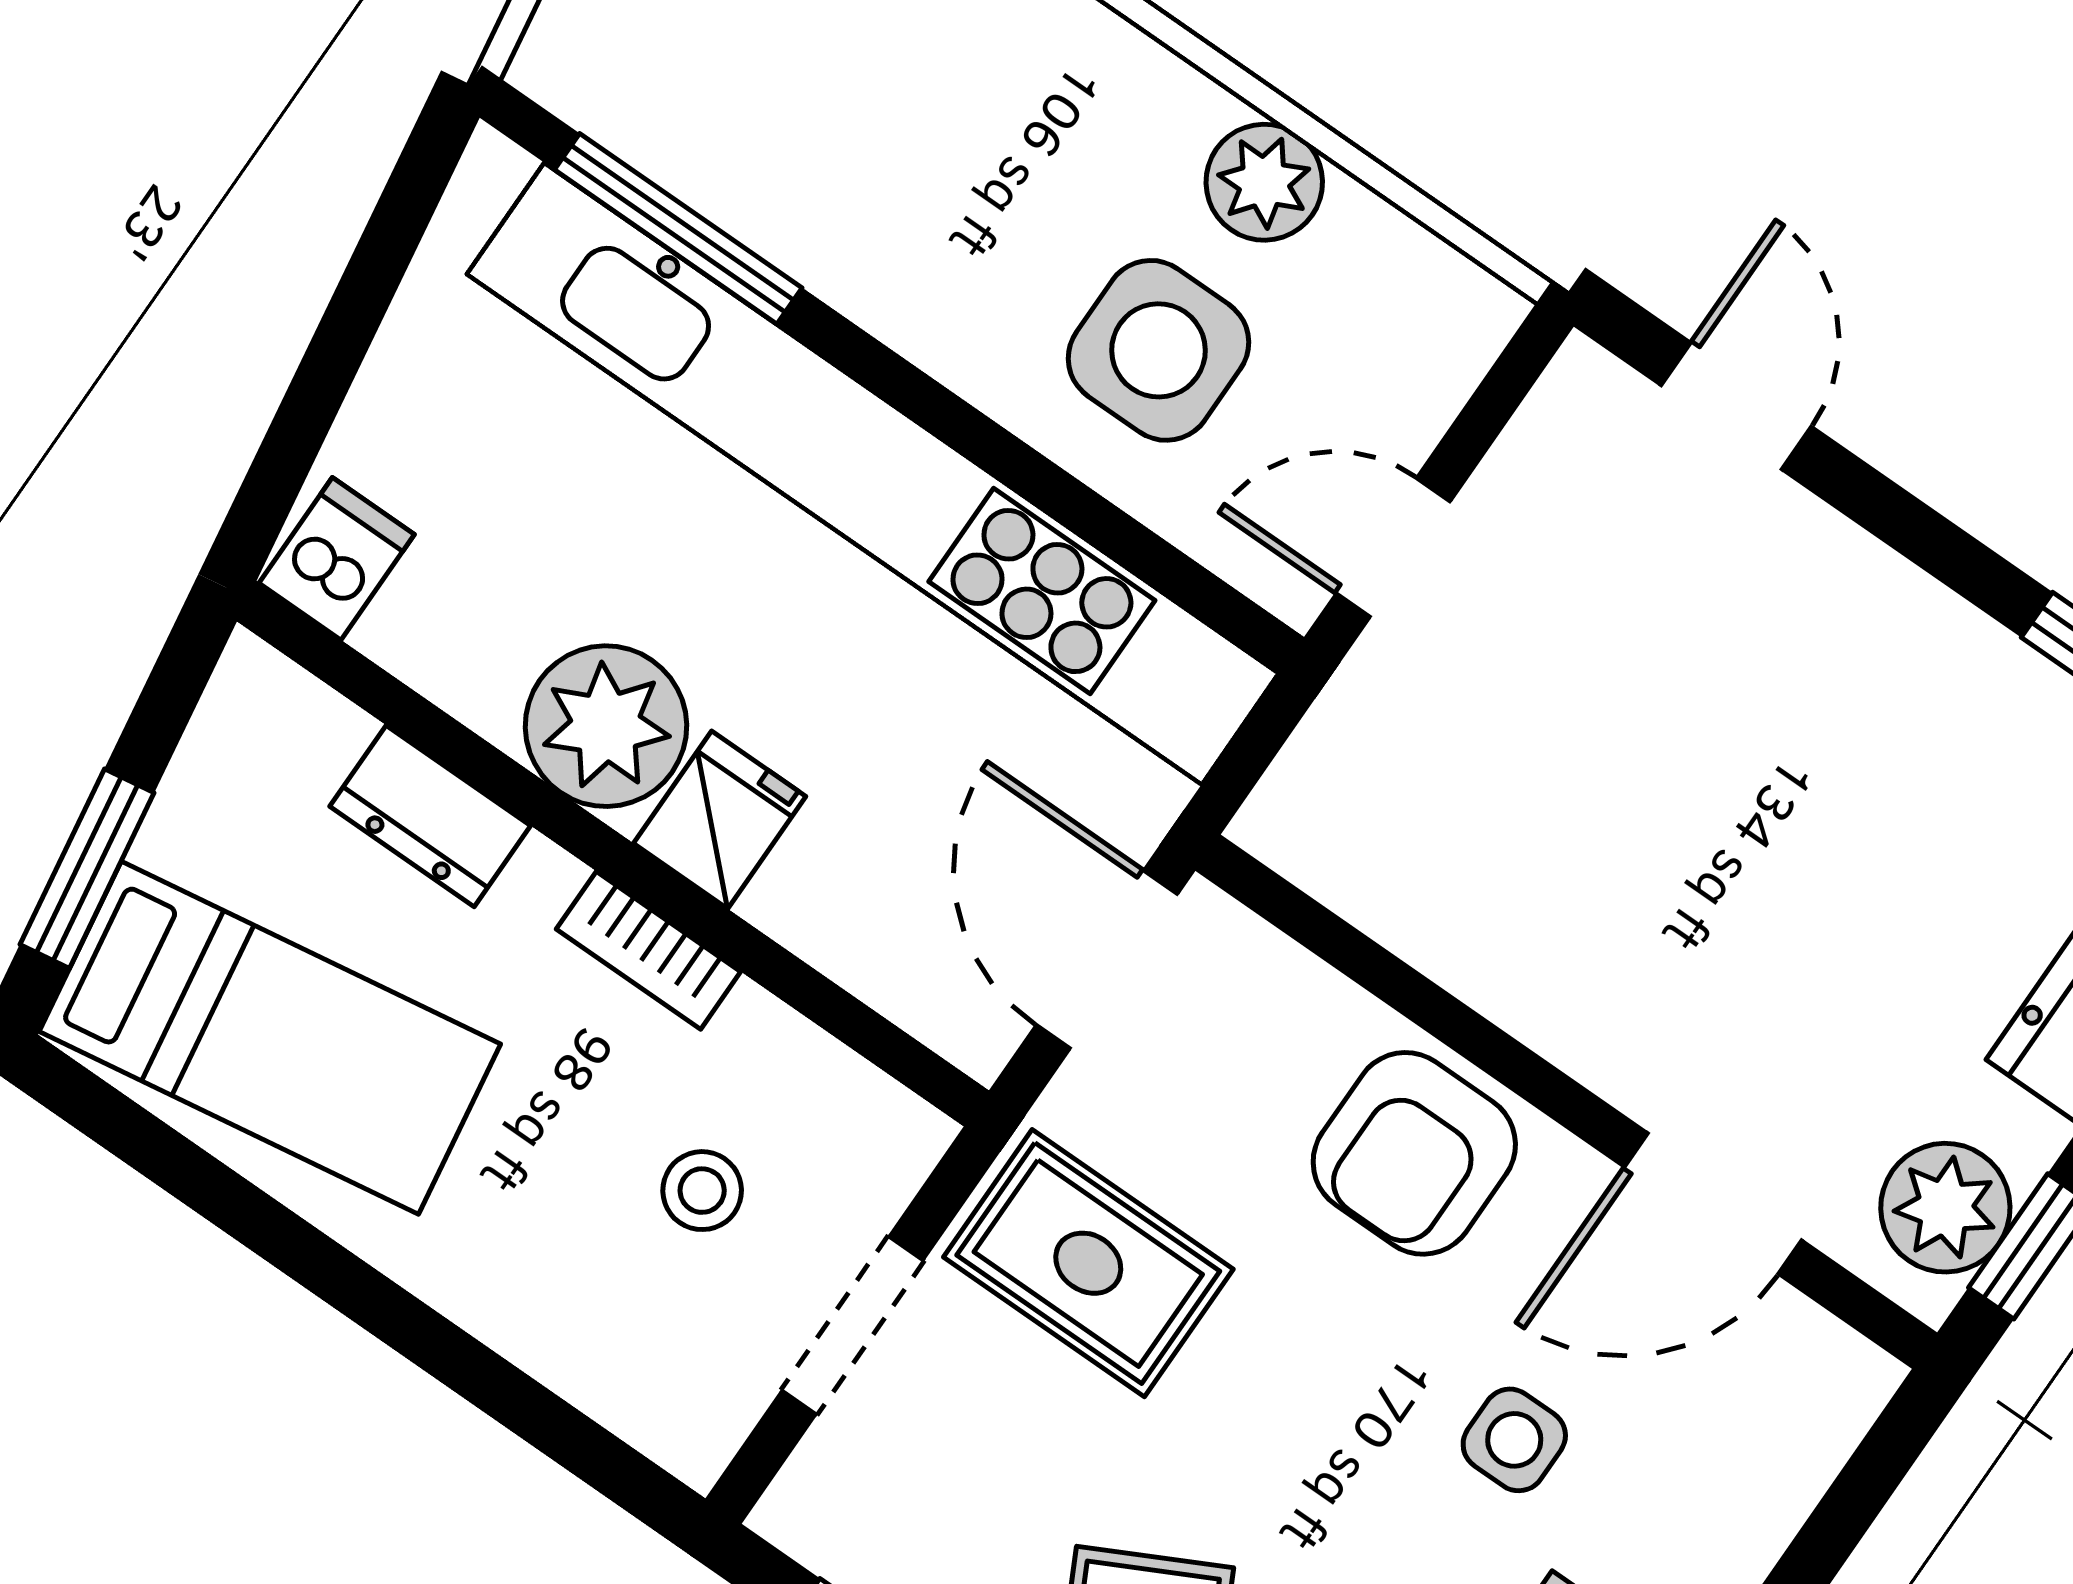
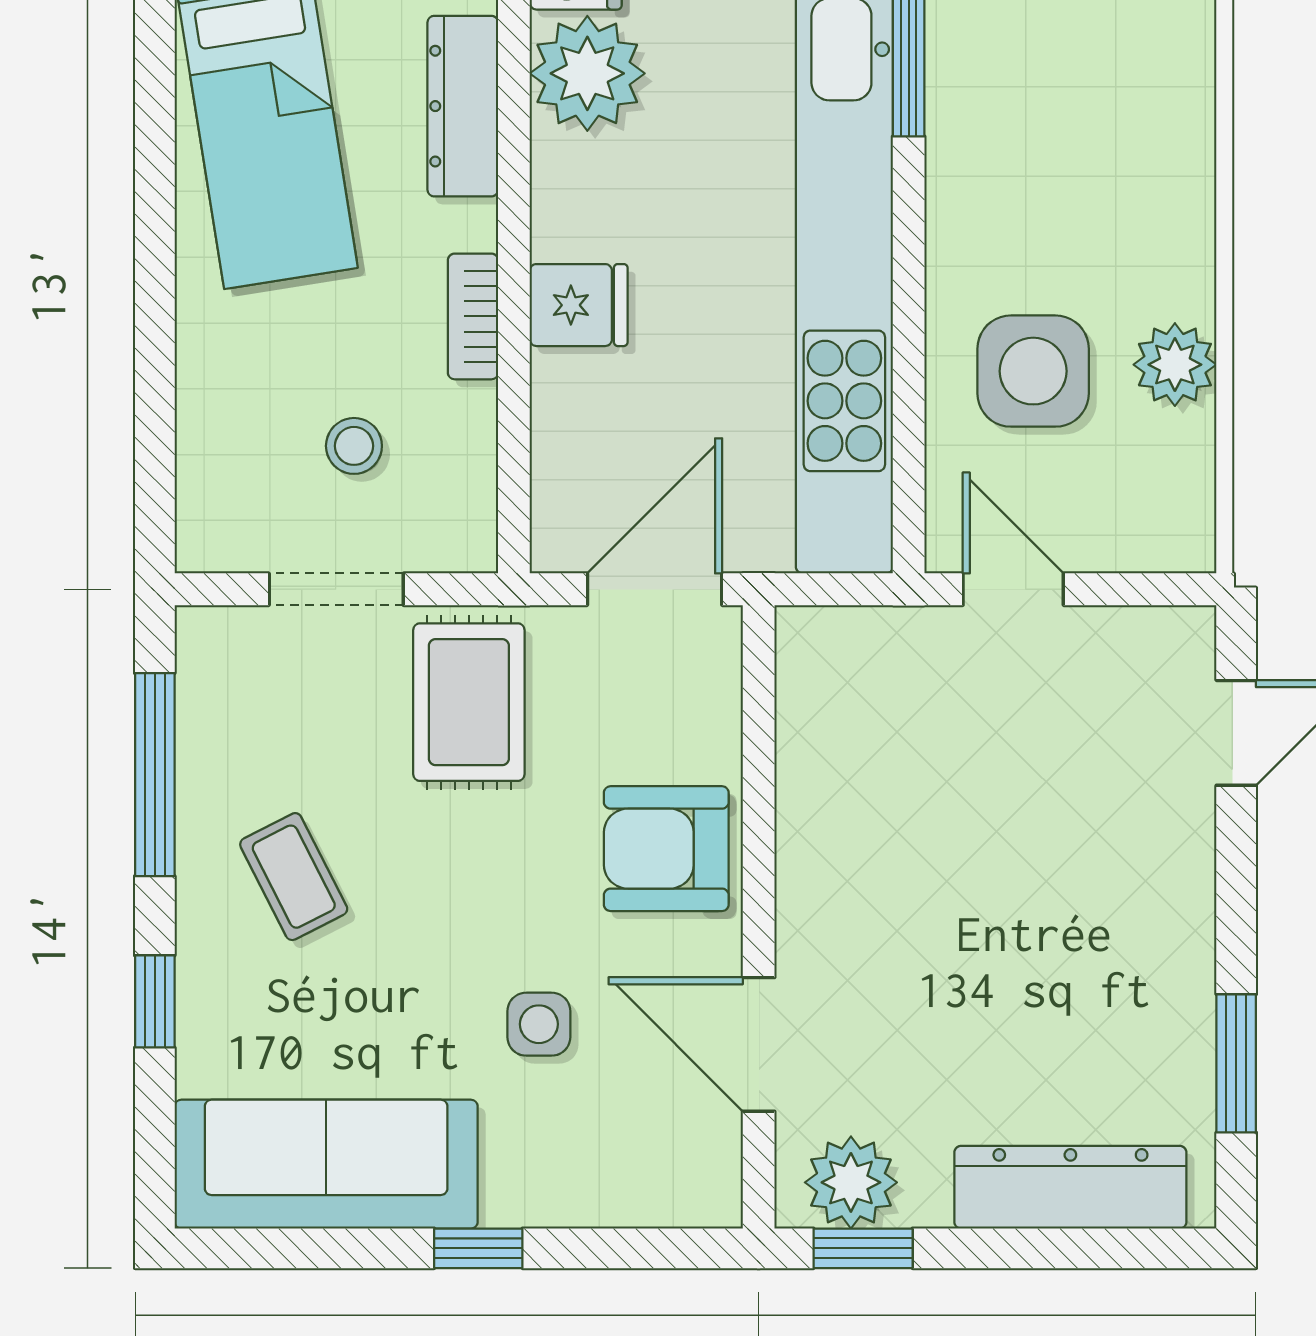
plant: (606, 726) -> (587, 73), moved
dresser: (430, 816) -> (463, 106), width x1.44

